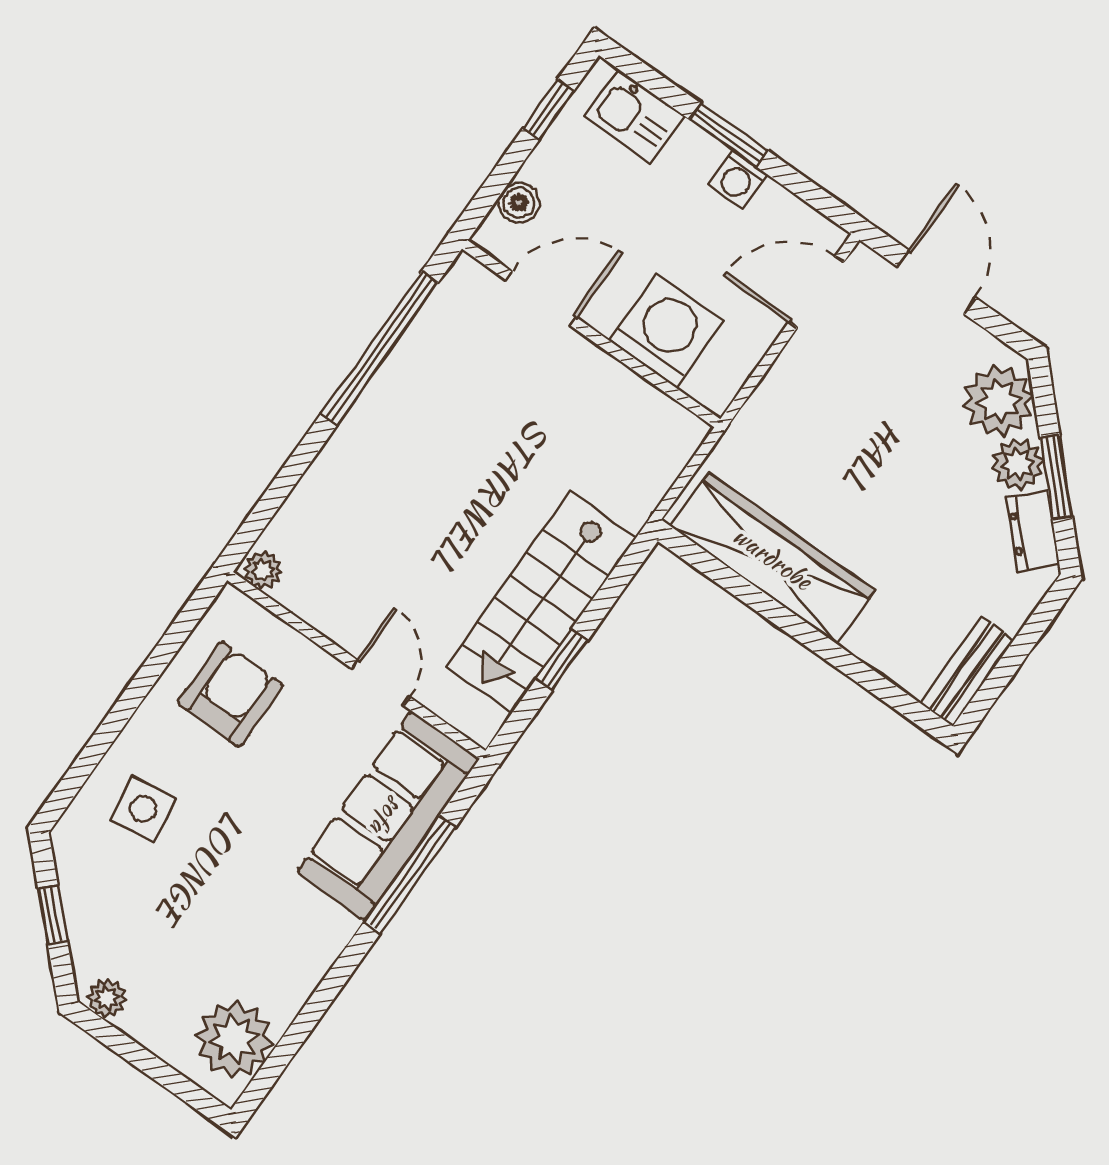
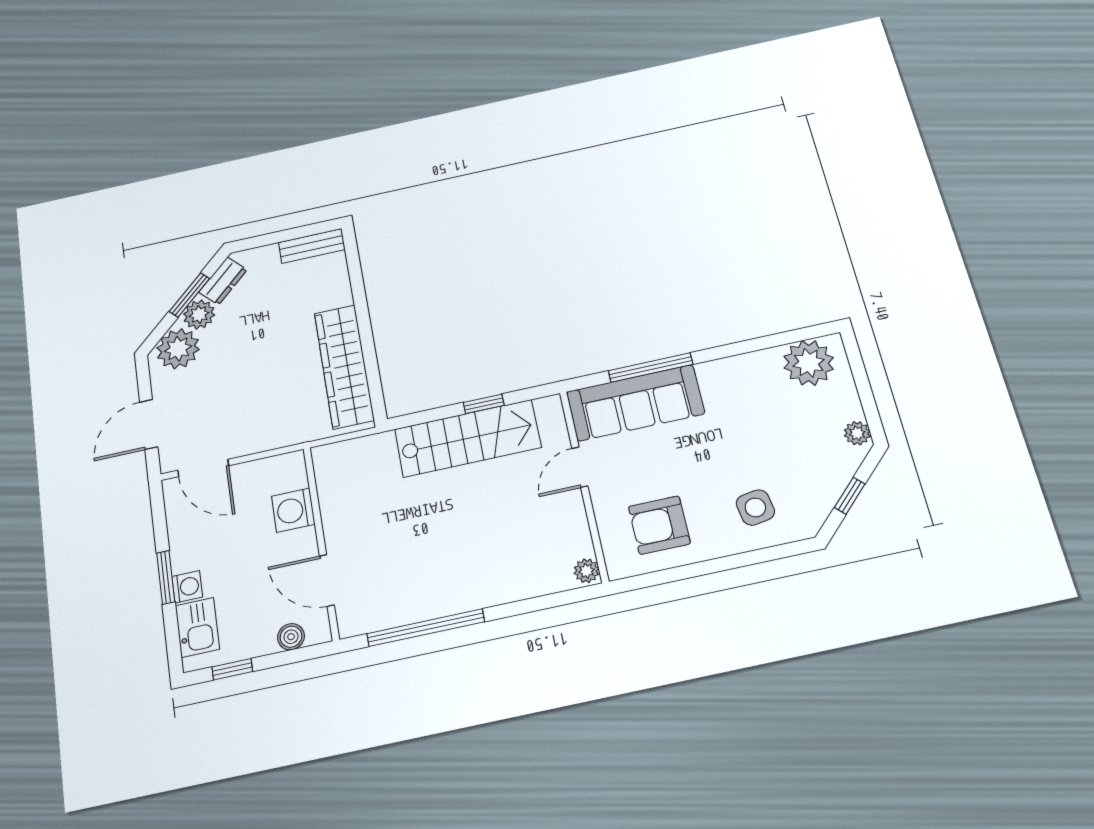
washing machine: (738, 179) -> (187, 587), moved
washing machine: (666, 331) -> (293, 510), width x0.73, depth x0.73

